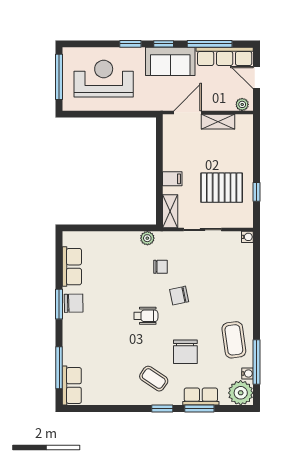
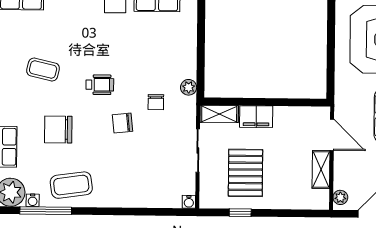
filing cabinet: (172, 179) -> (256, 117), width x2.00
chair: (179, 296) -> (123, 123), turned -84
wheelchair: (146, 316) -> (100, 85), turned -90
coffee table: (154, 379) -> (43, 69), moved, turned 69

